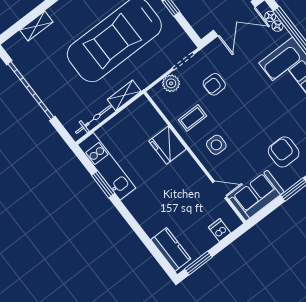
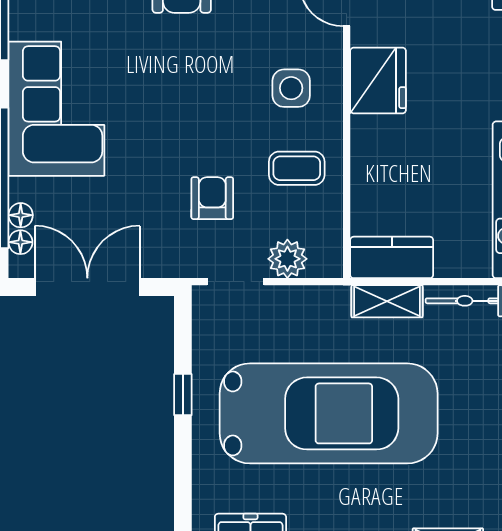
armchair: (214, 84) -> (212, 198), turned -90
kitchen counter: (135, 112) -> (392, 257), added
fridge: (167, 145) -> (378, 80), moved

